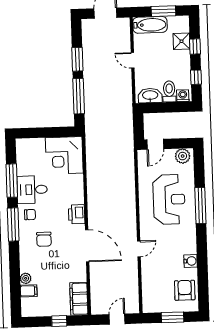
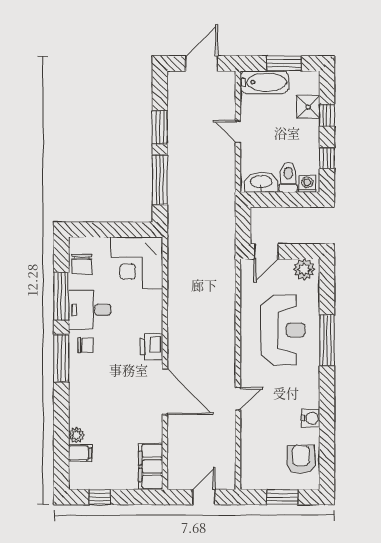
chair: (44, 239) -> (82, 264), moved
window: (59, 321) -> (100, 497), moved

